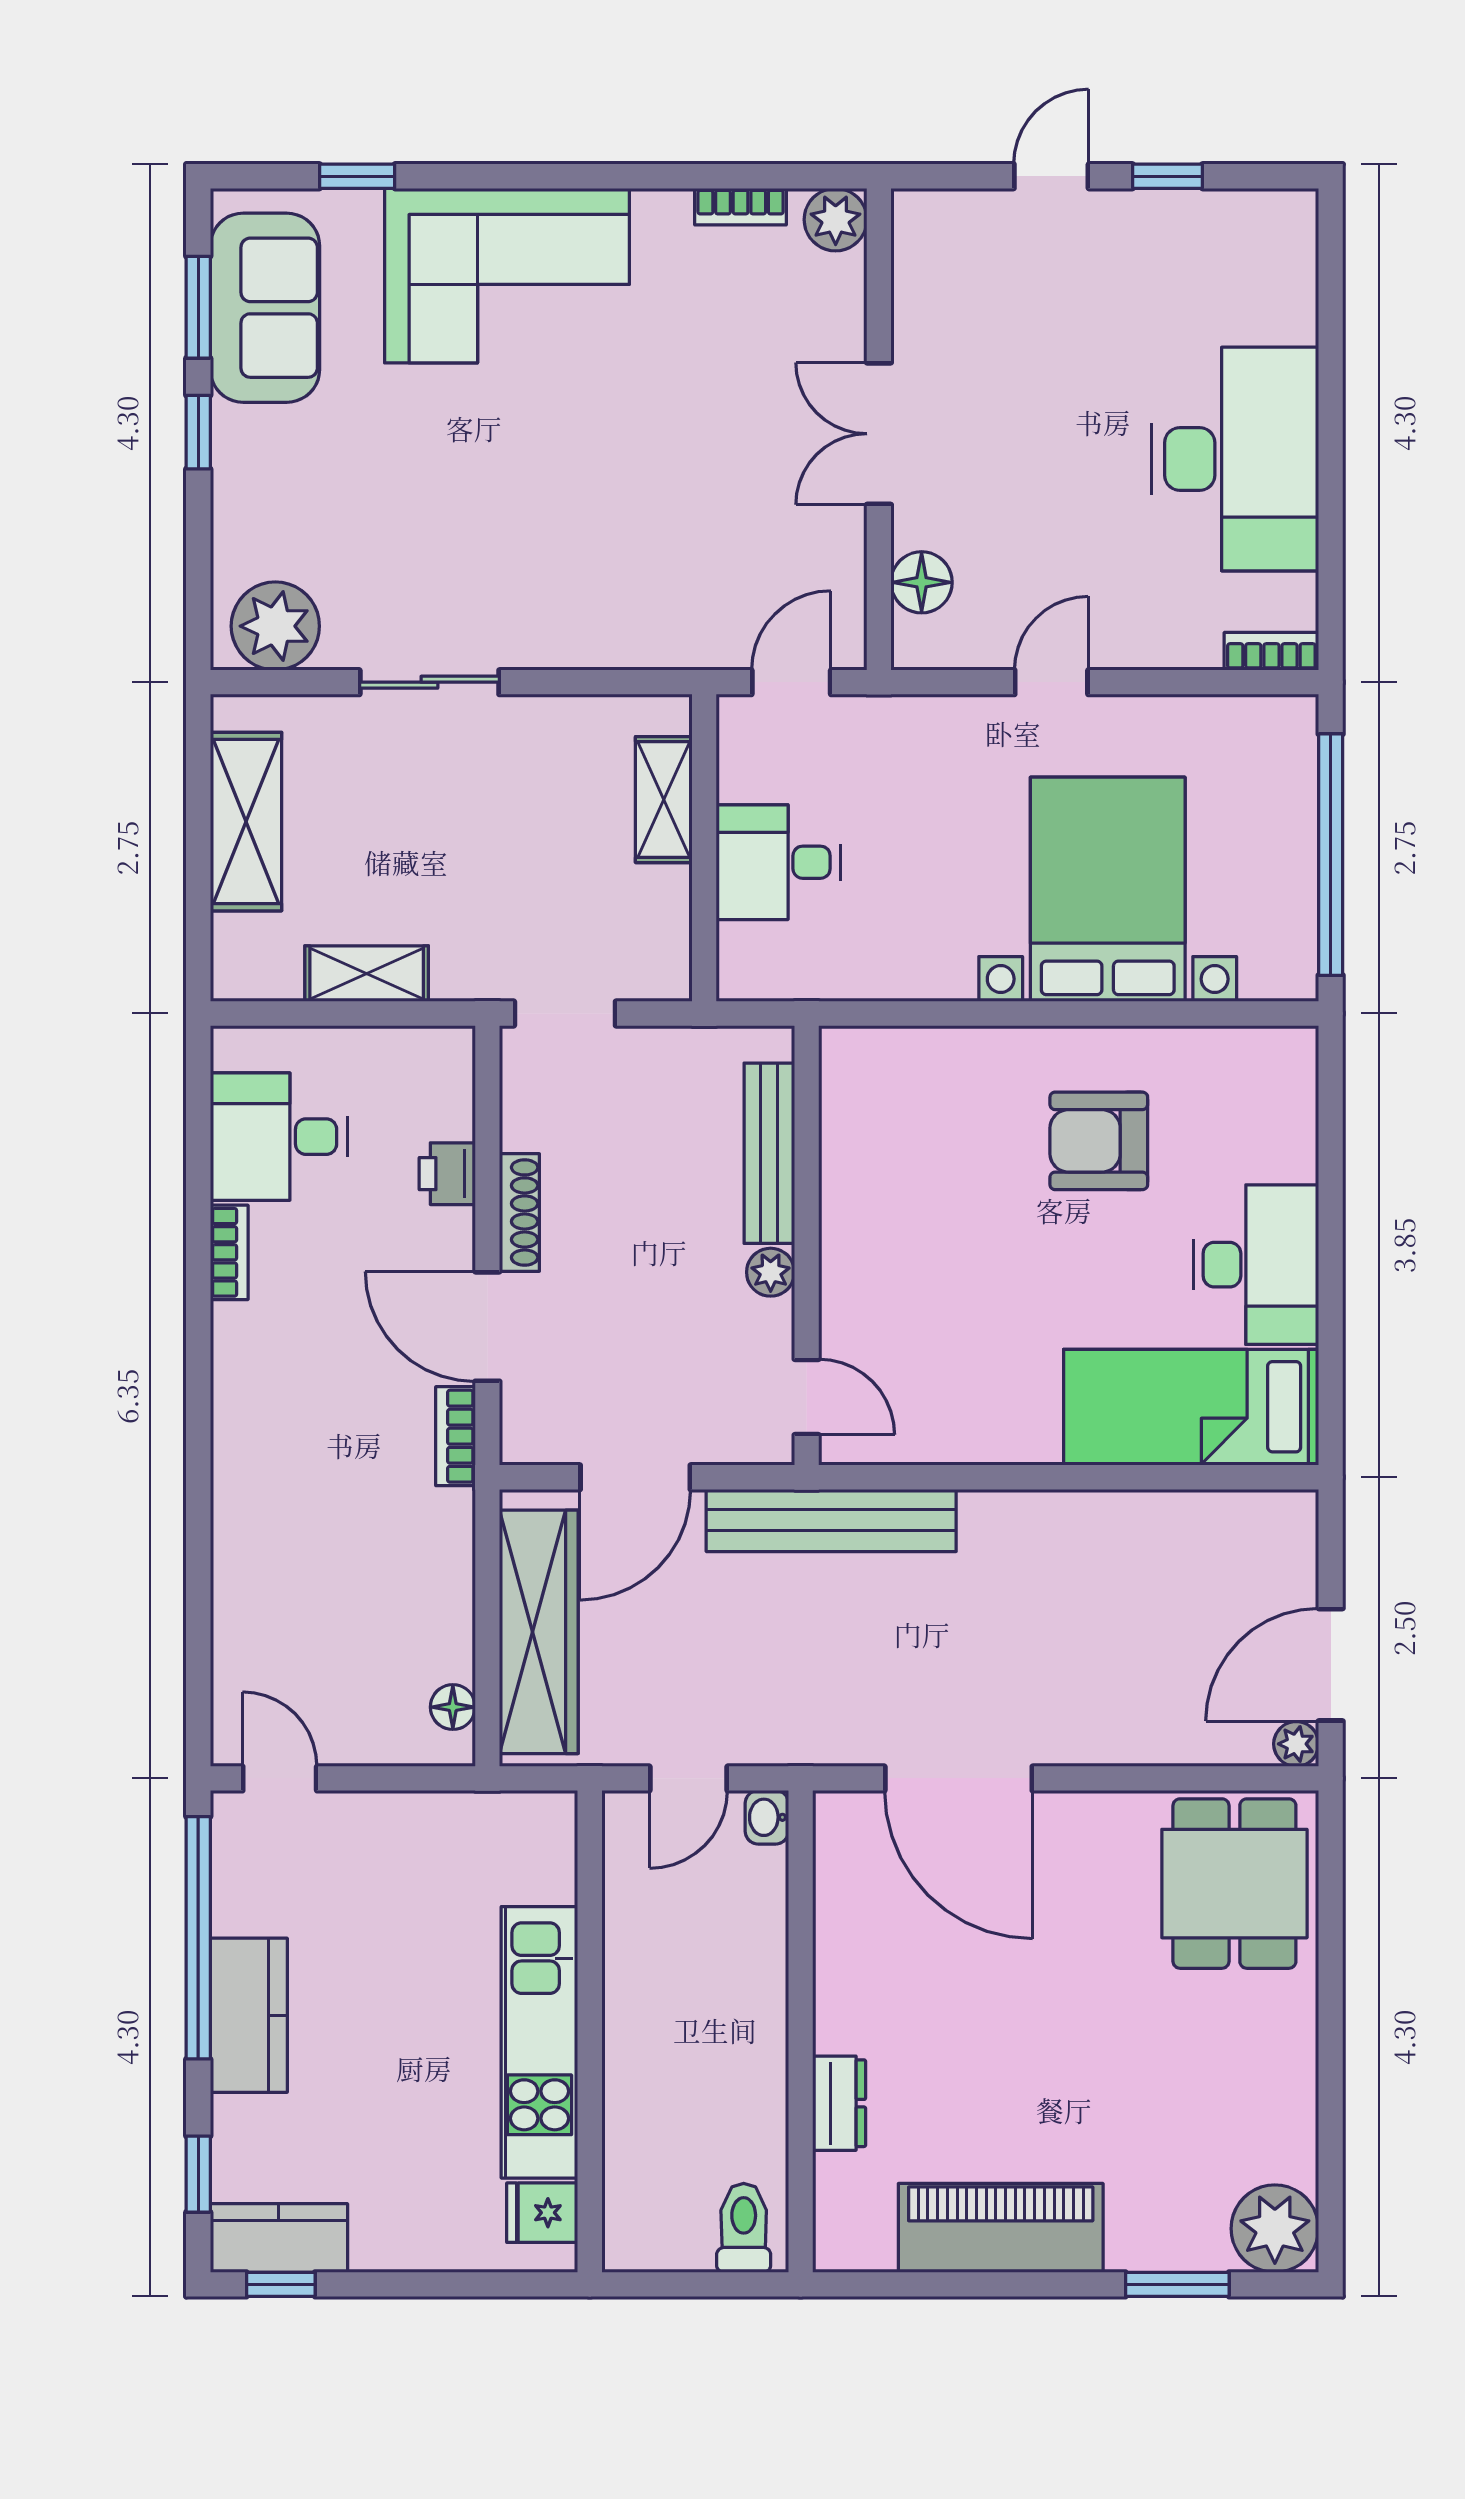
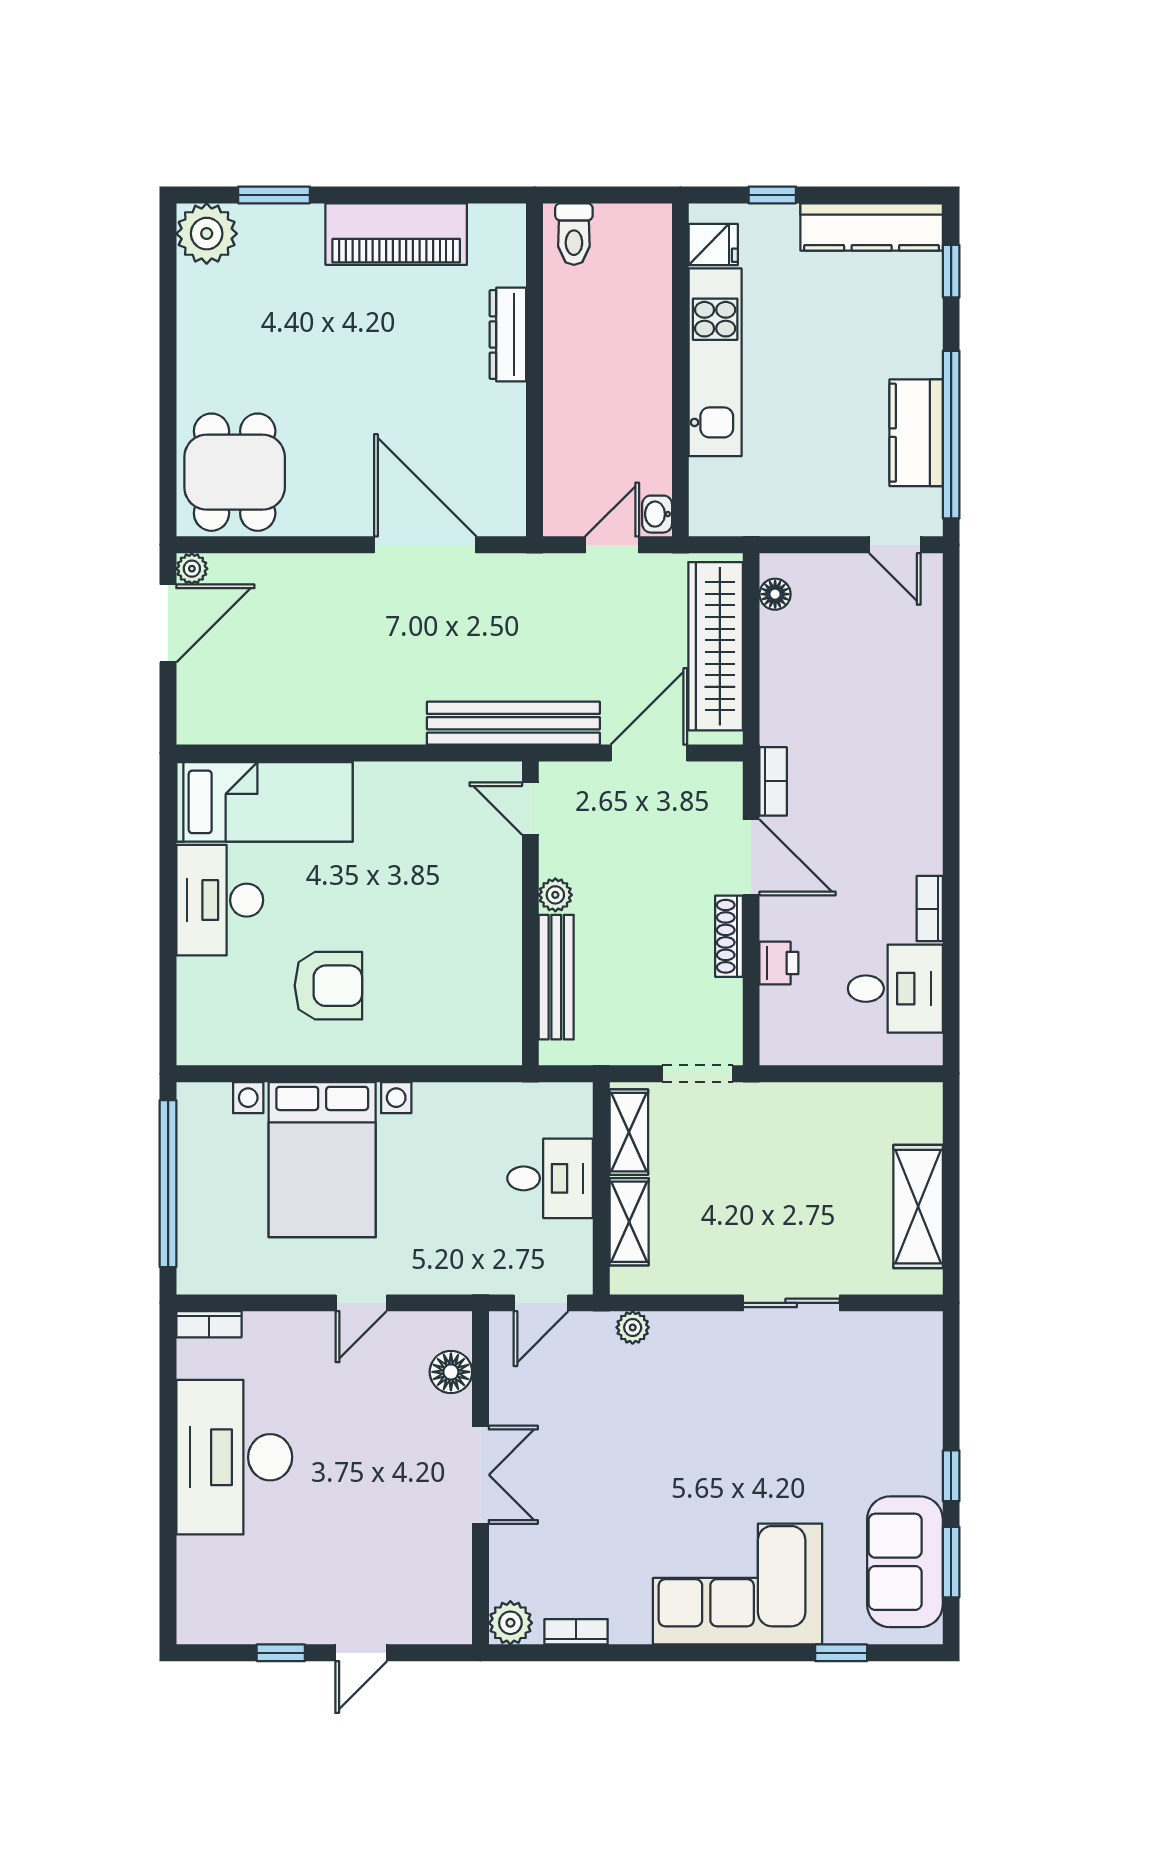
plant: (275, 626) -> (633, 1327), moved, width x0.53, depth x0.53
shelving: (367, 974) -> (629, 1132), moved, turned 90
washbasin: (767, 1817) -> (657, 514), moved, turned 180
kitchen counter: (249, 2015) -> (916, 433), moved
dresser: (839, 2103) -> (508, 335), width x1.44
kitchen counter: (279, 2238) -> (872, 227), width x1.50
window: (281, 2284) -> (772, 195), moved

